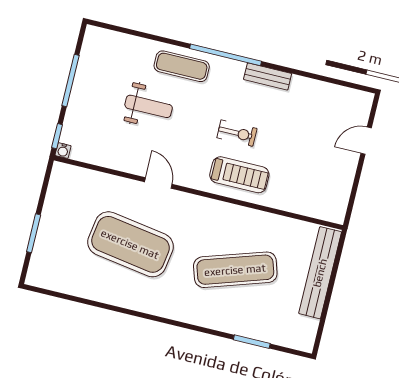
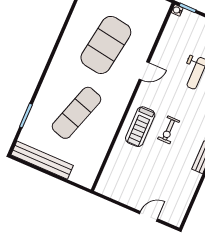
door: (366, 141) -> (148, 216), hinge flipped
exercise mat: (235, 270) -> (77, 113), turned 36
bench: (320, 273) -> (42, 160), moved

